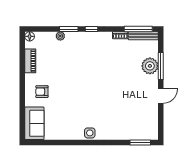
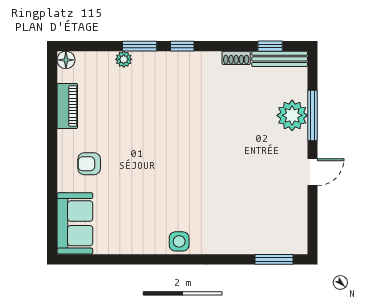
window: (138, 29) -> (270, 46), width x0.46

